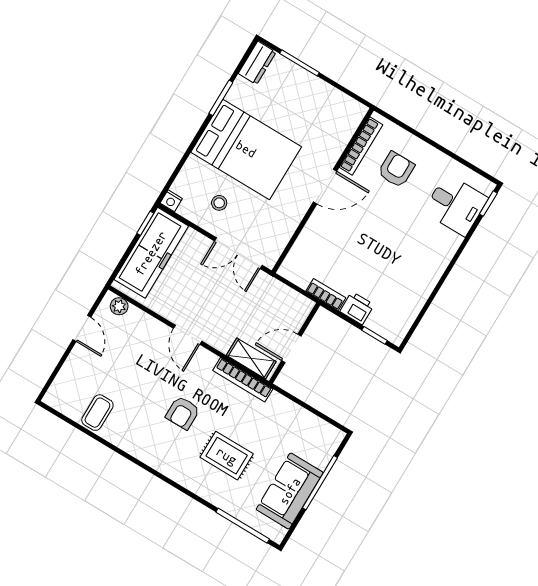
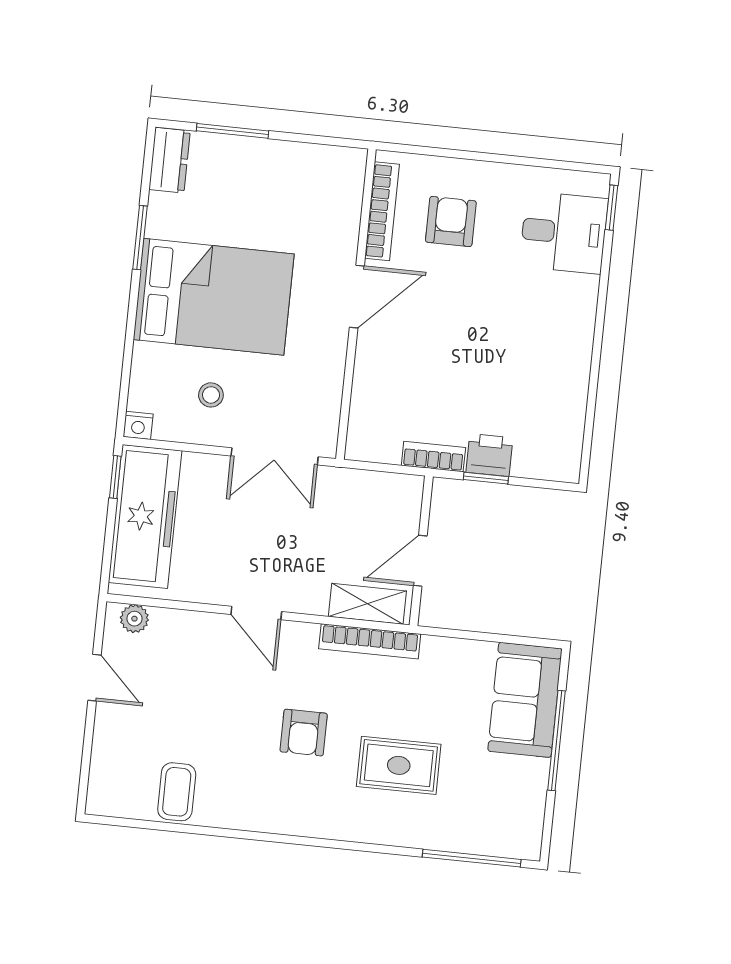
window: (375, 335) -> (486, 478), moved
sofa: (290, 491) -> (525, 700), moved

